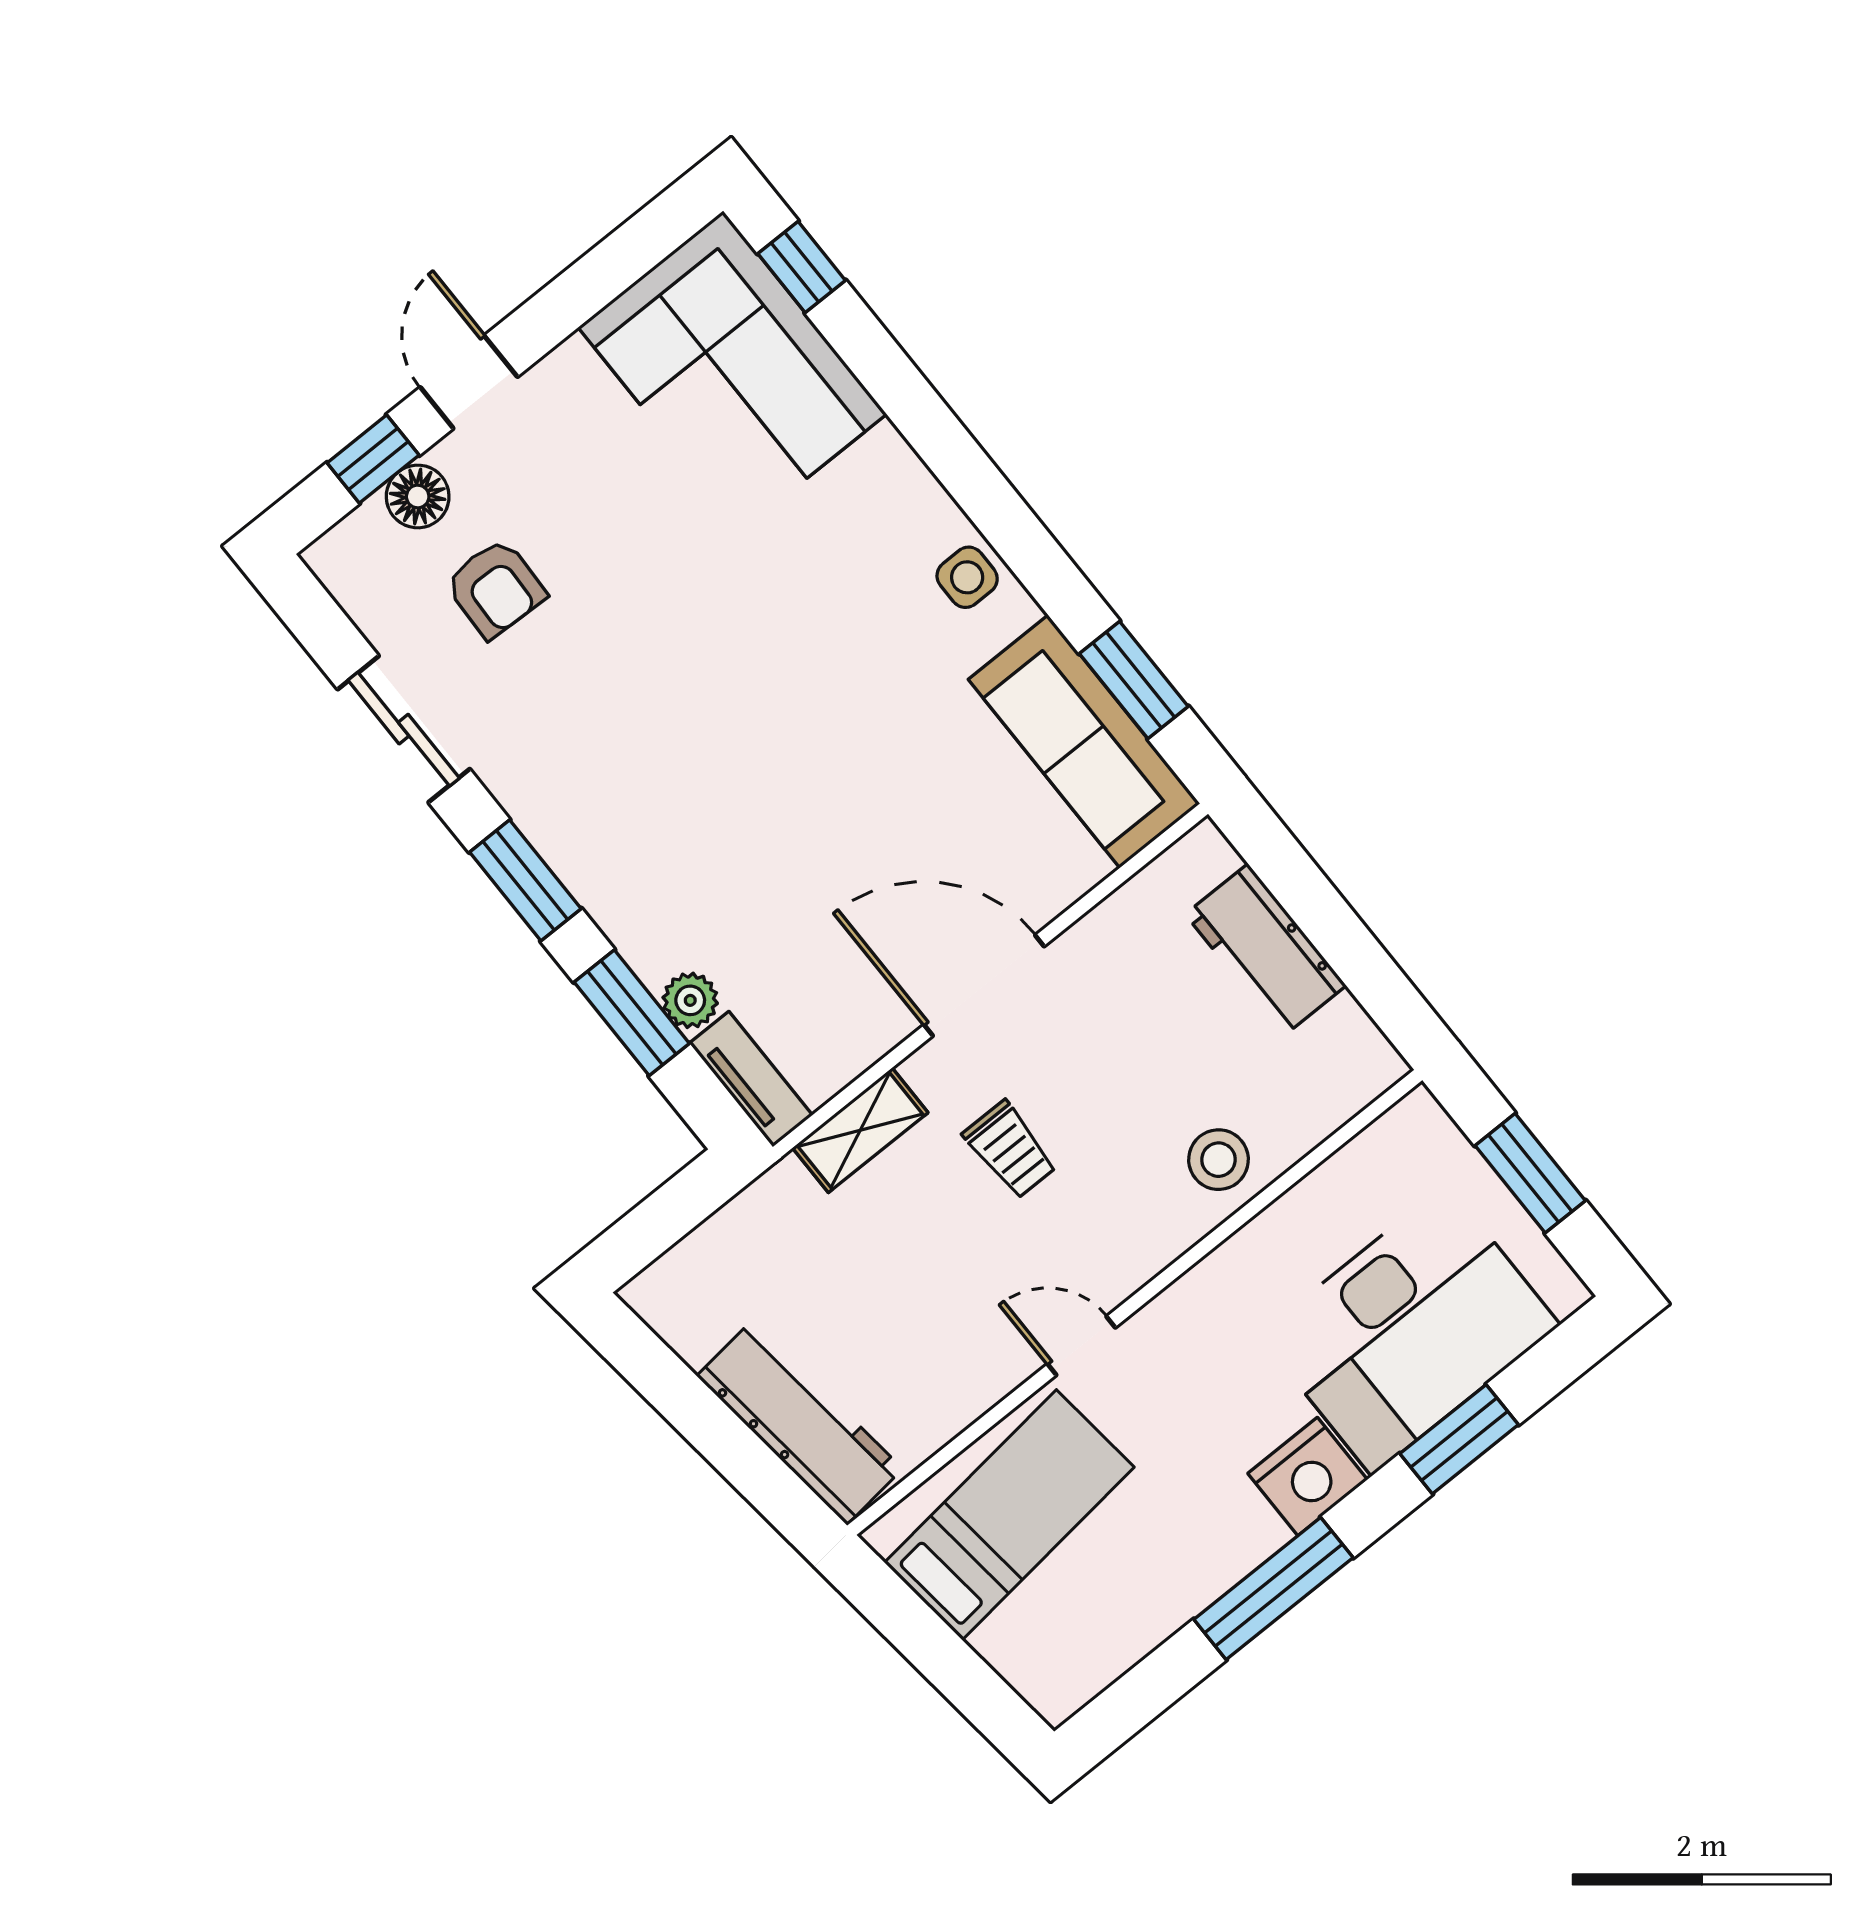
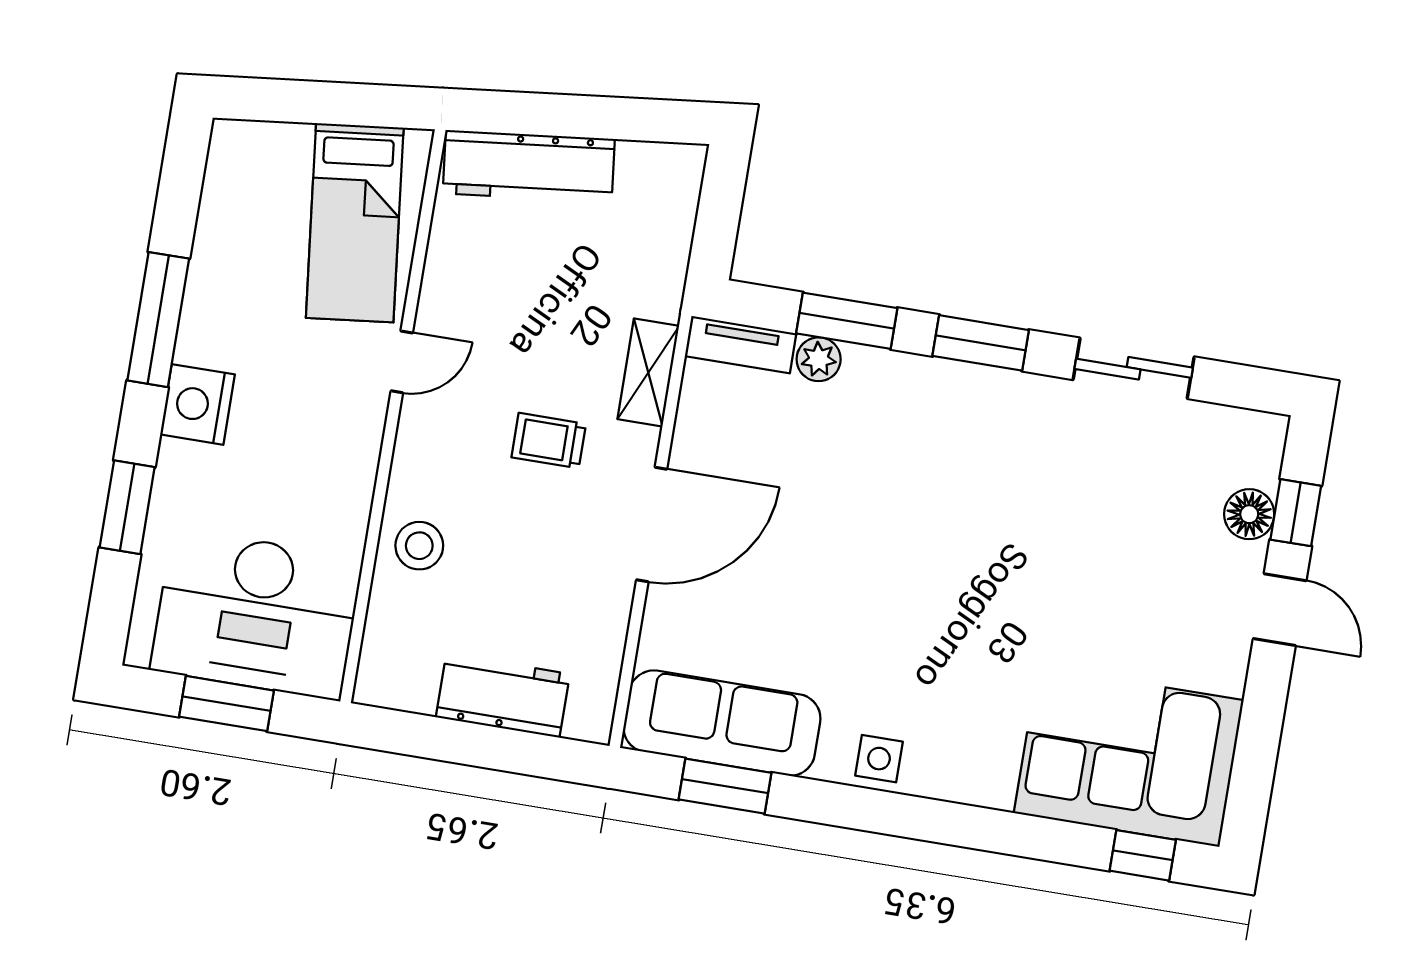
armchair: (495, 588) -> (1154, 501), removed
desk: (1409, 1330) -> (257, 614), moved, turned -90

